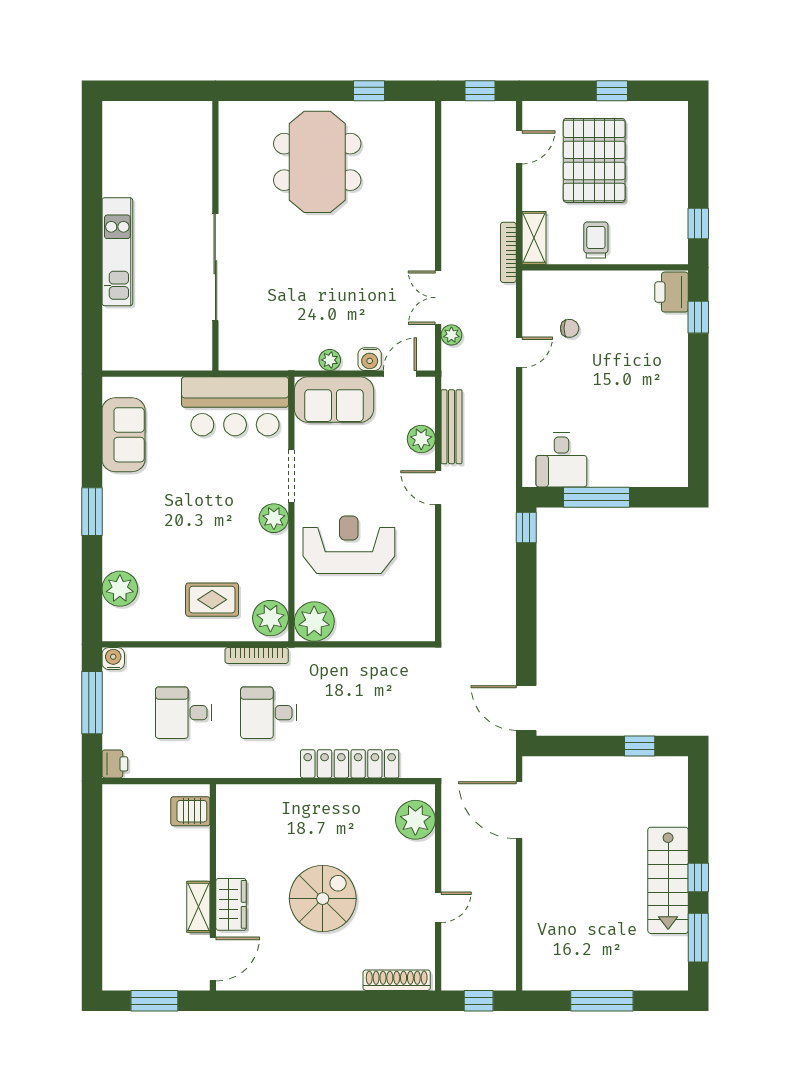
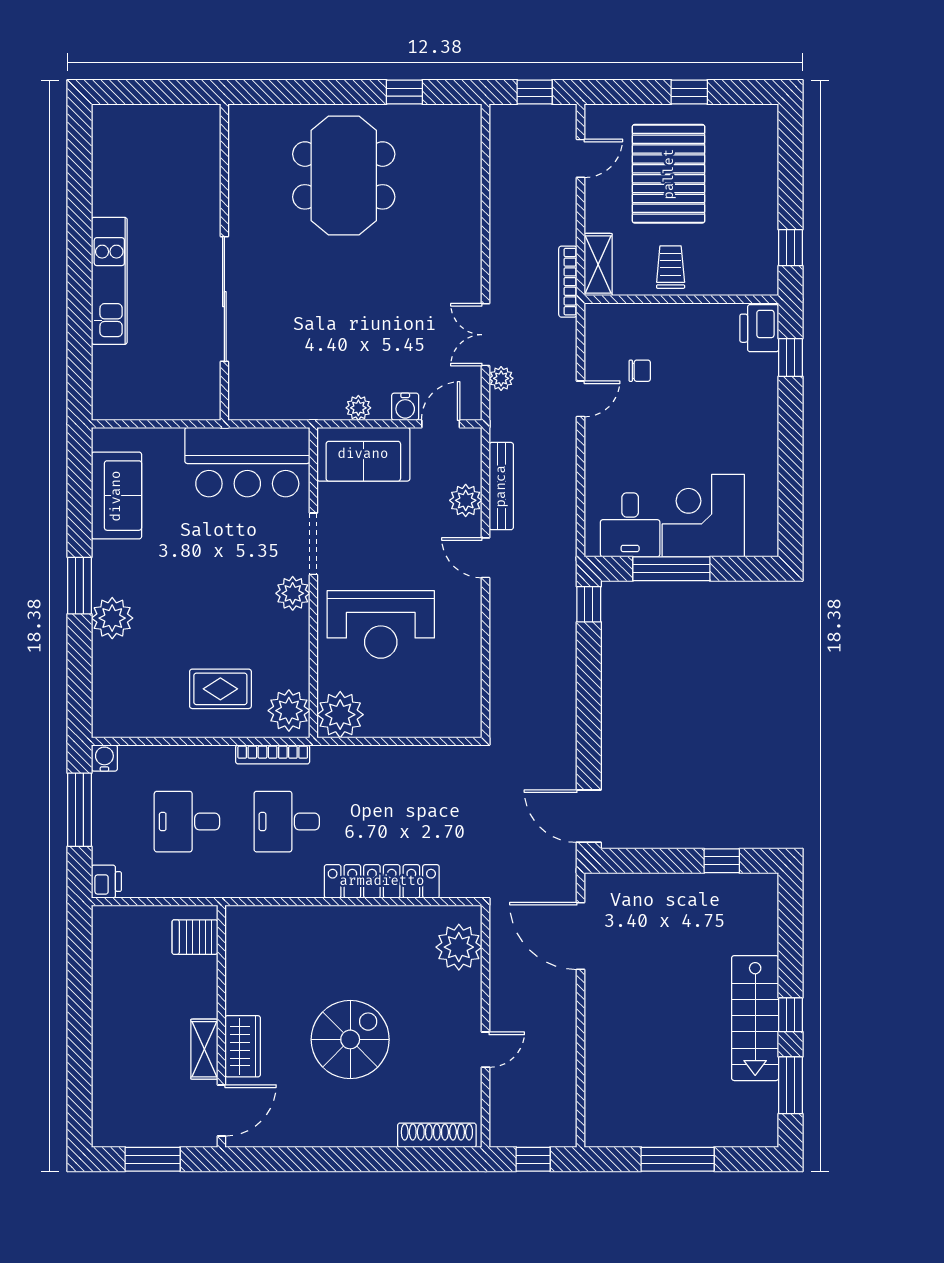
corner desk: (624, 452) -> (703, 516), added
reception desk: (349, 545) -> (381, 624), turned 180
plant: (120, 589) -> (112, 618), moved

